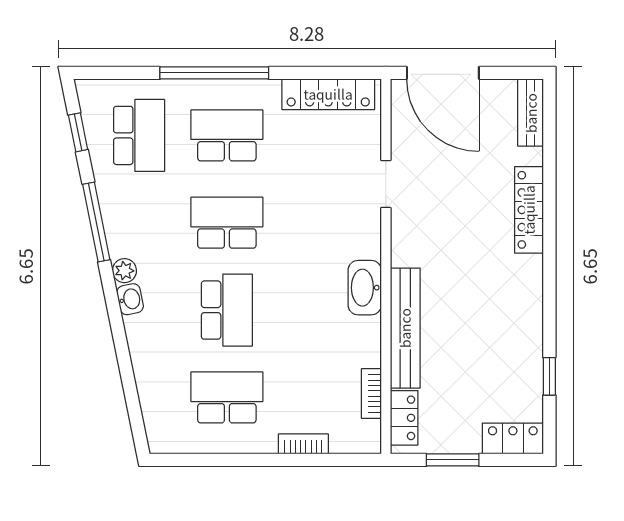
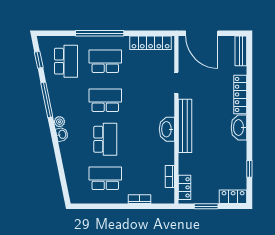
washbasin: (526, 284) -> (239, 128), added
bench: (405, 328) -> (185, 126), moved

